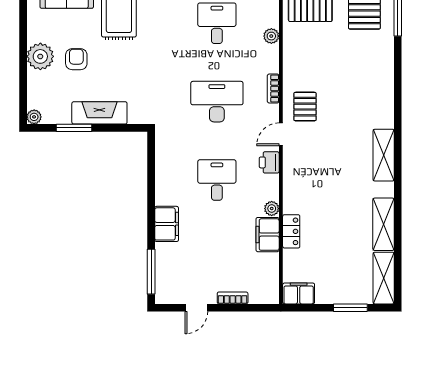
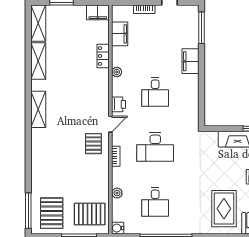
filing cabinet: (268, 235) -> (120, 34), moved

